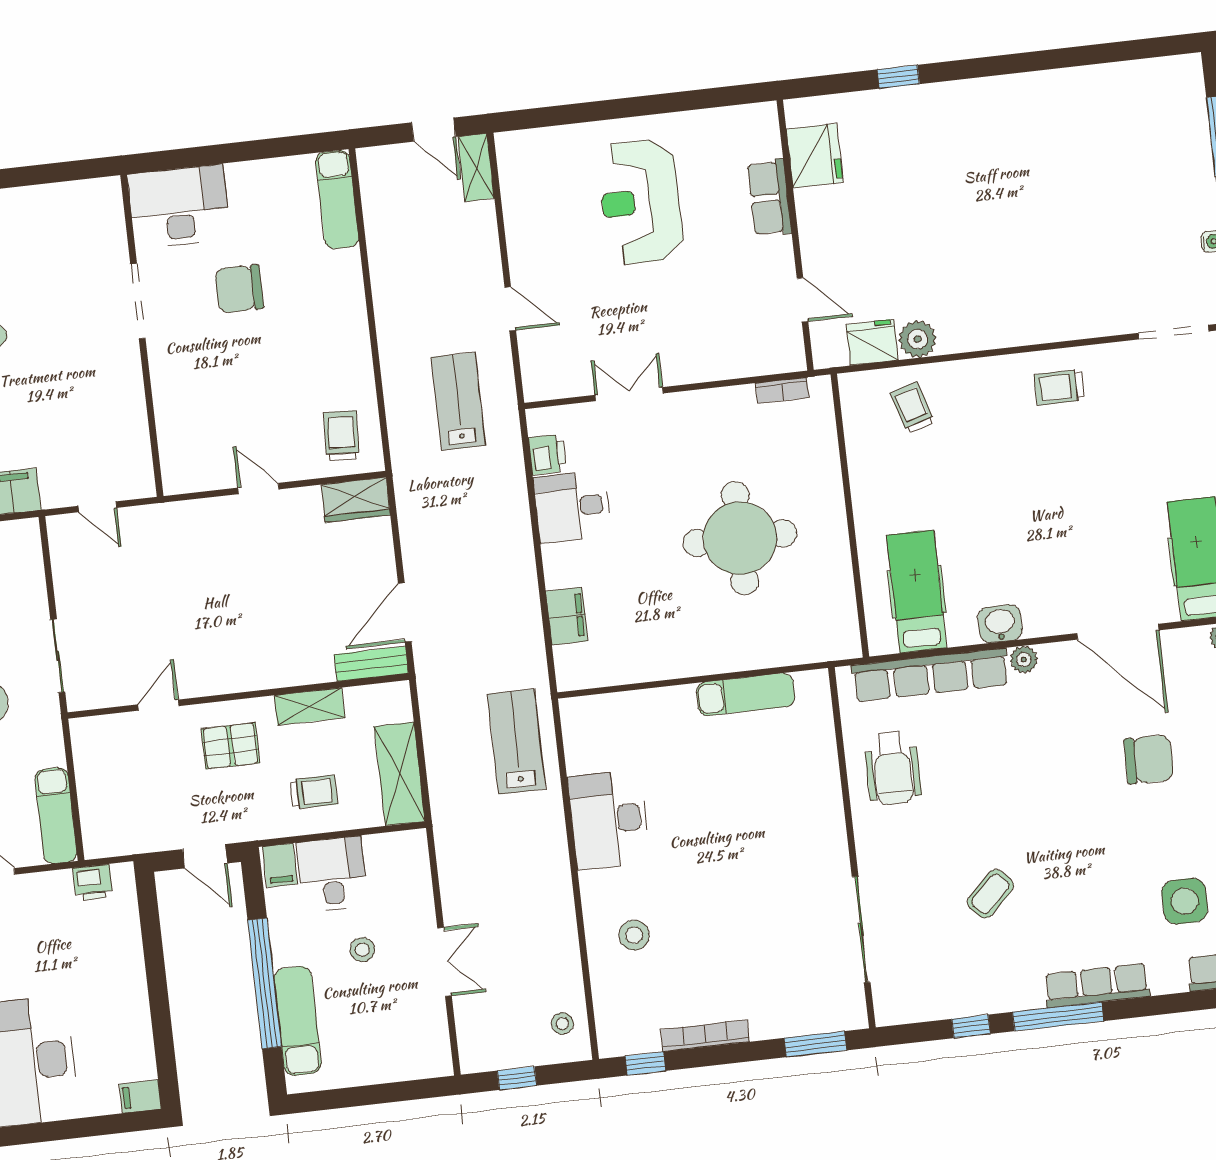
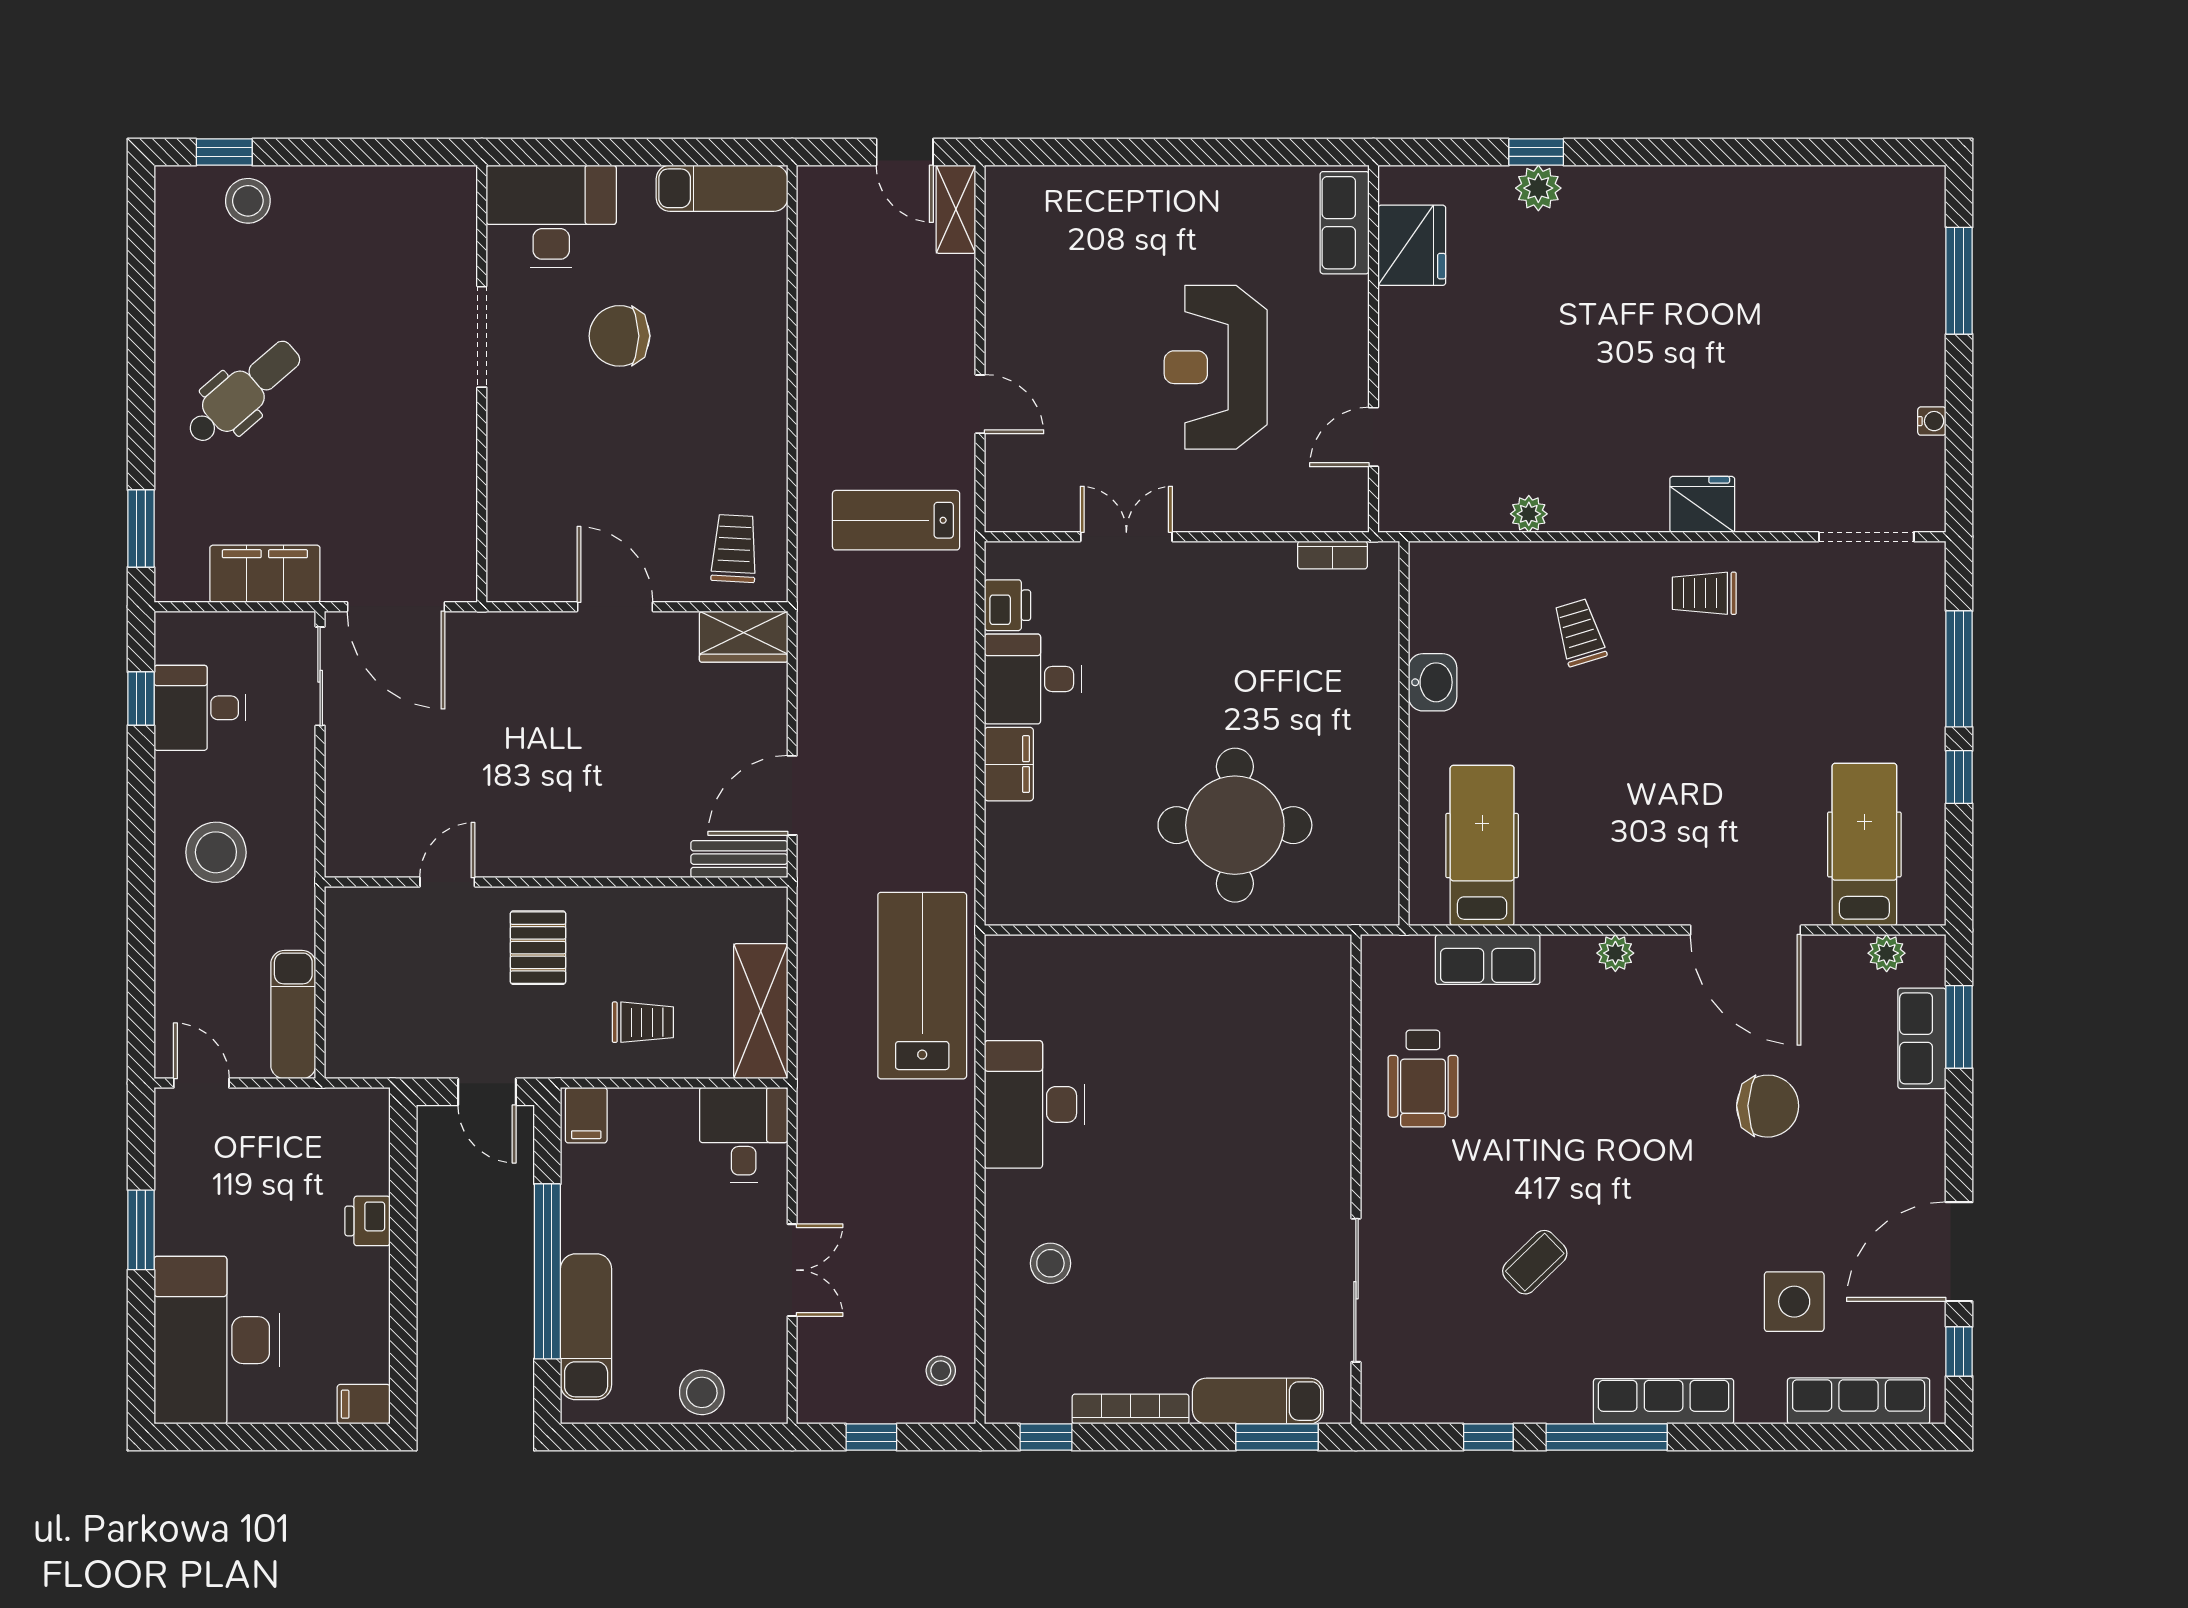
plant: (903, 103) -> (1538, 188), added
row of seats: (769, 198) -> (1345, 223), moved
exam couch: (337, 199) -> (722, 188), moved, turned -90
reception desk: (640, 202) -> (1216, 367), moved
door: (802, 300) -> (1373, 437), swing flipped
plant: (918, 339) -> (1529, 514), width x0.73, depth x0.73
fridge: (872, 342) -> (1702, 504), moved
lab bench: (458, 401) -> (896, 520), turned -90
trolley: (912, 408) -> (1580, 632), moved
door: (259, 488) -> (615, 607), width x1.38
door: (97, 507) -> (396, 607), width x1.88
round table: (740, 538) -> (1235, 825), moved
filing cabinet: (567, 616) -> (1009, 764), moved
washbasin: (1000, 624) -> (1433, 682), moved, turned 90
sliding door: (58, 656) -> (320, 676), moved
row of seats: (930, 675) -> (1488, 959), width x0.50
exam couch: (746, 694) -> (1258, 1401), moved, turned 180
shelving: (310, 707) -> (650, 907), removed
lab bench: (516, 742) -> (922, 986), width x1.36, depth x1.39
pallet: (230, 746) -> (538, 948), turned 90
desk: (332, 874) -> (744, 1135), moved
printer: (93, 883) -> (367, 1221), moved, turned 90
stool: (362, 950) -> (702, 1392), moved, width x1.37, depth x1.37

